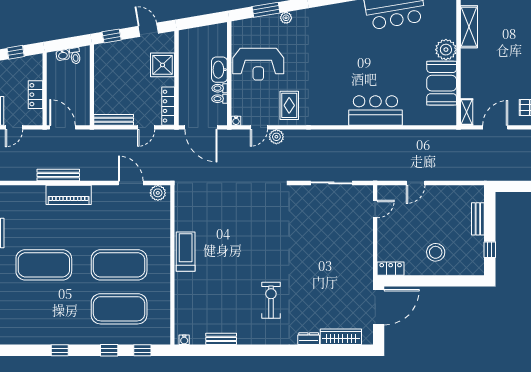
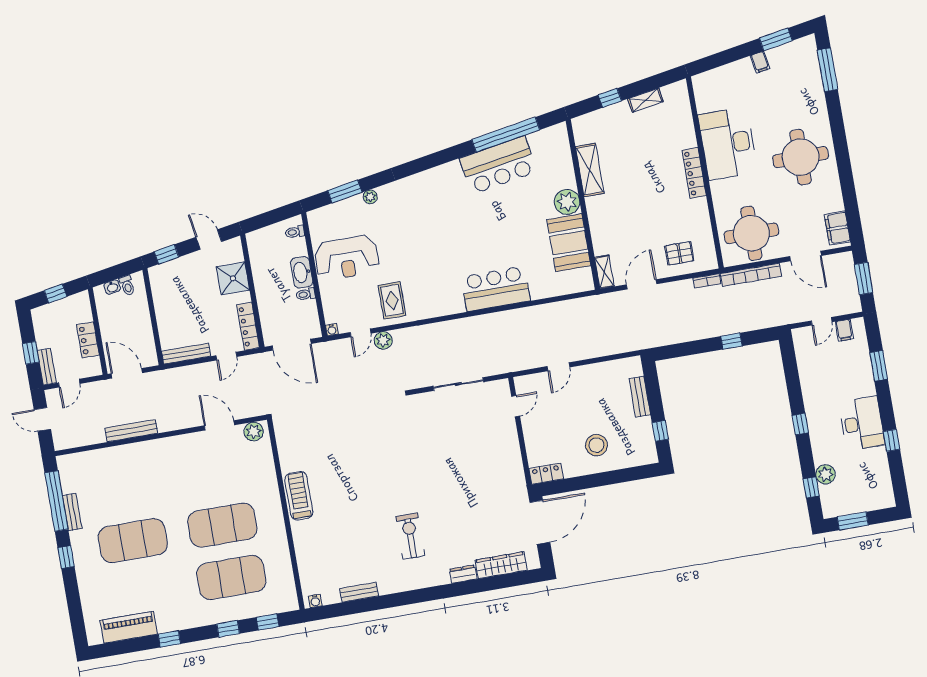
toilet: (220, 99) -> (295, 232), moved
piano: (69, 195) -> (129, 627), moved, turned 180

